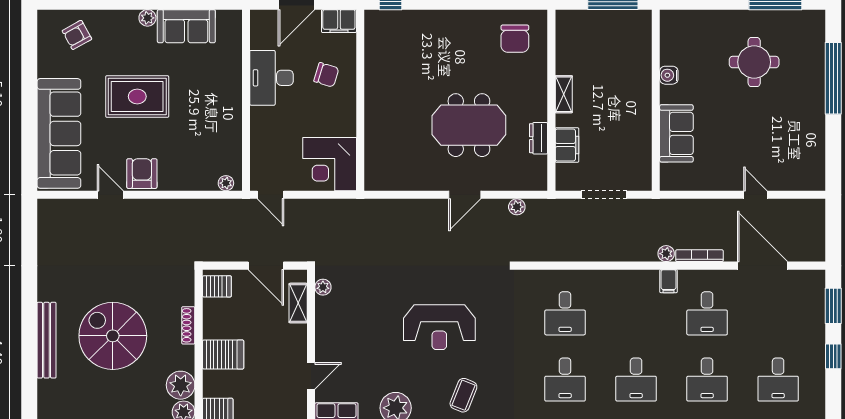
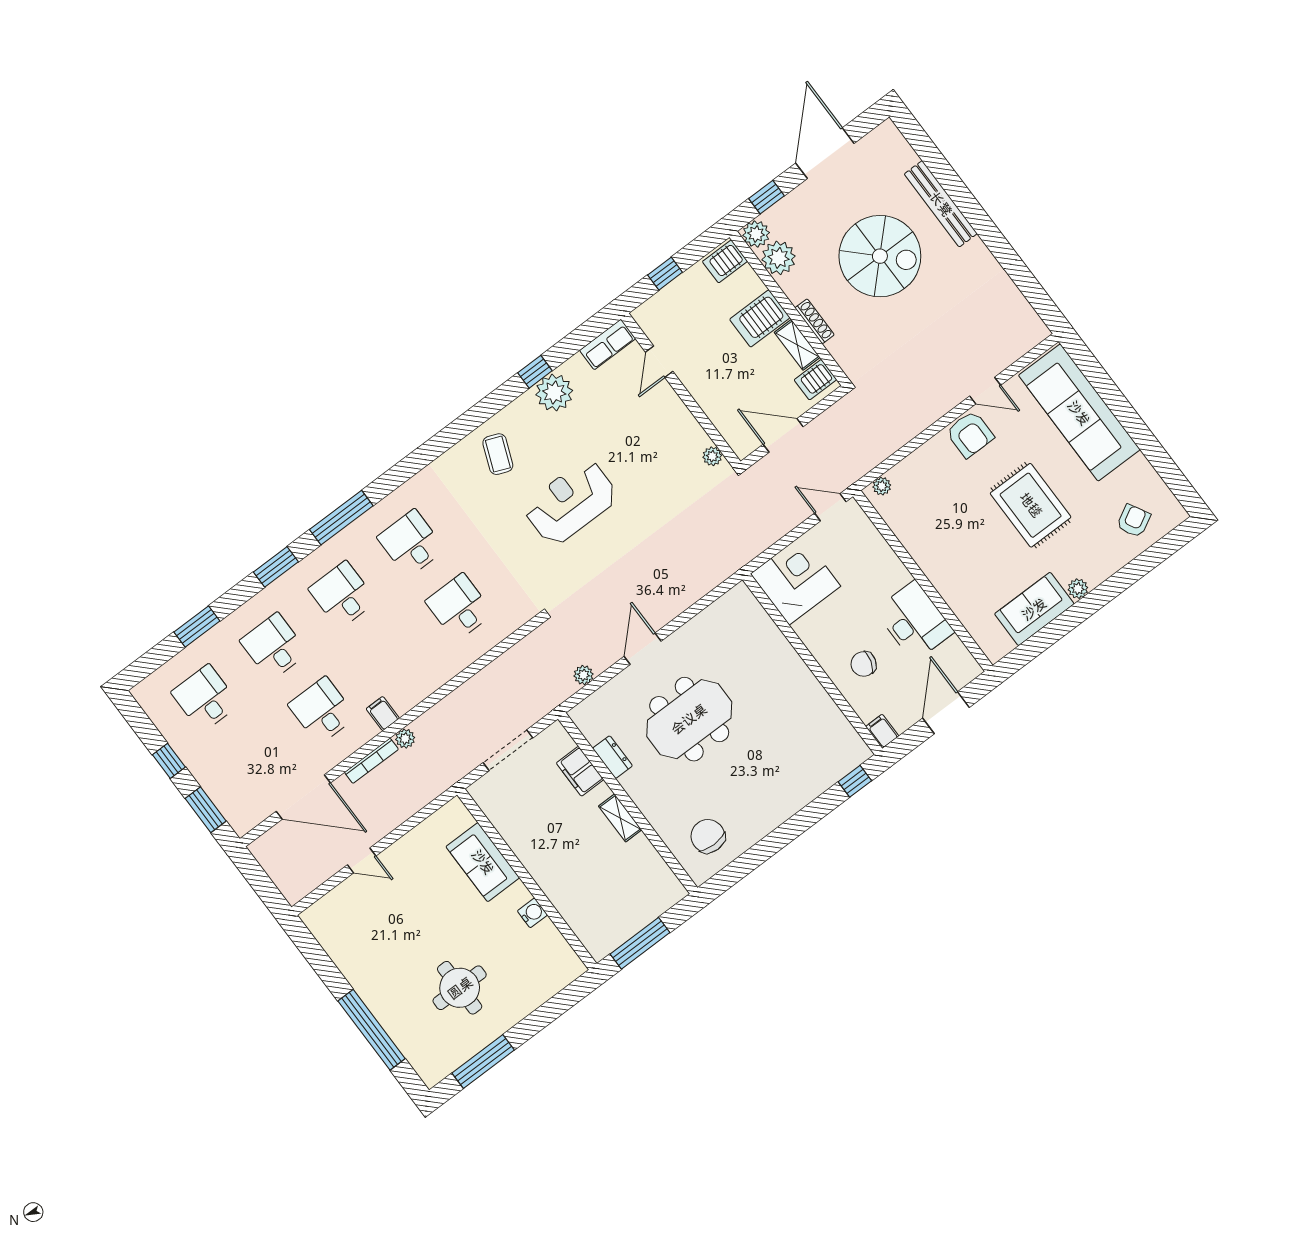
filing cabinet: (339, 21) -> (882, 731), width x0.50
rug: (137, 97) -> (1031, 505), turned 90
shelving: (298, 303) -> (797, 345), moved

